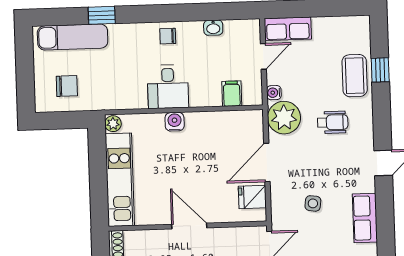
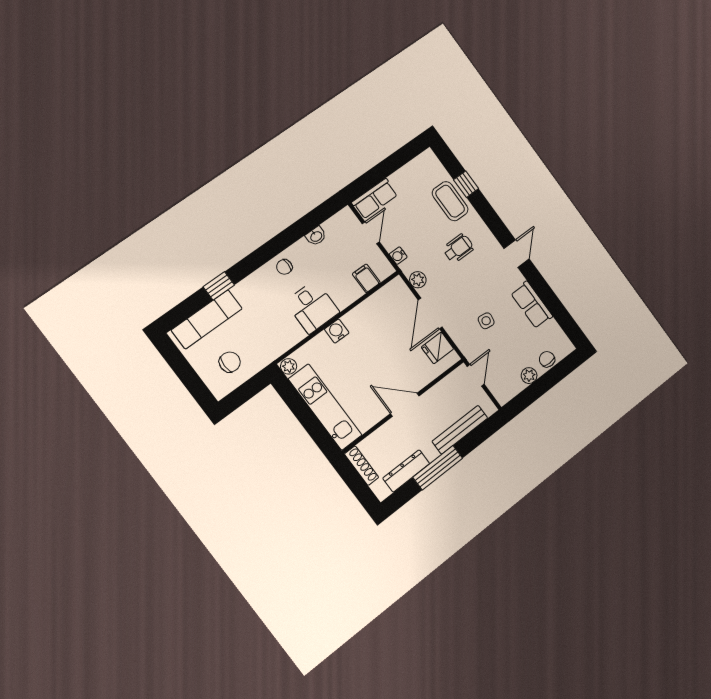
plant: (284, 118) -> (418, 280), width x0.53, depth x0.53

